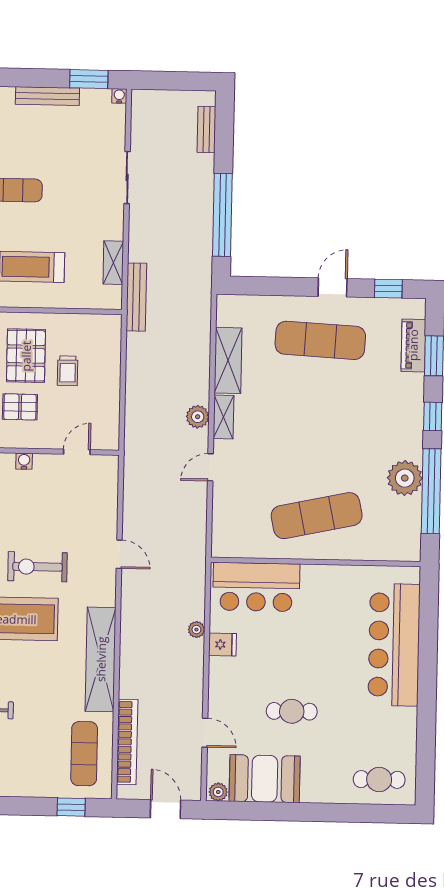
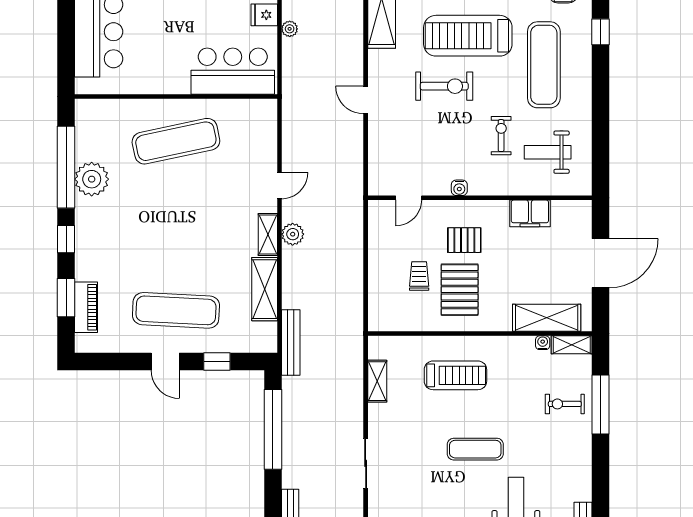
door: (333, 287) -> (165, 362), hinge flipped
window: (388, 289) -> (217, 362), moved
bench: (136, 297) -> (291, 342), moved

